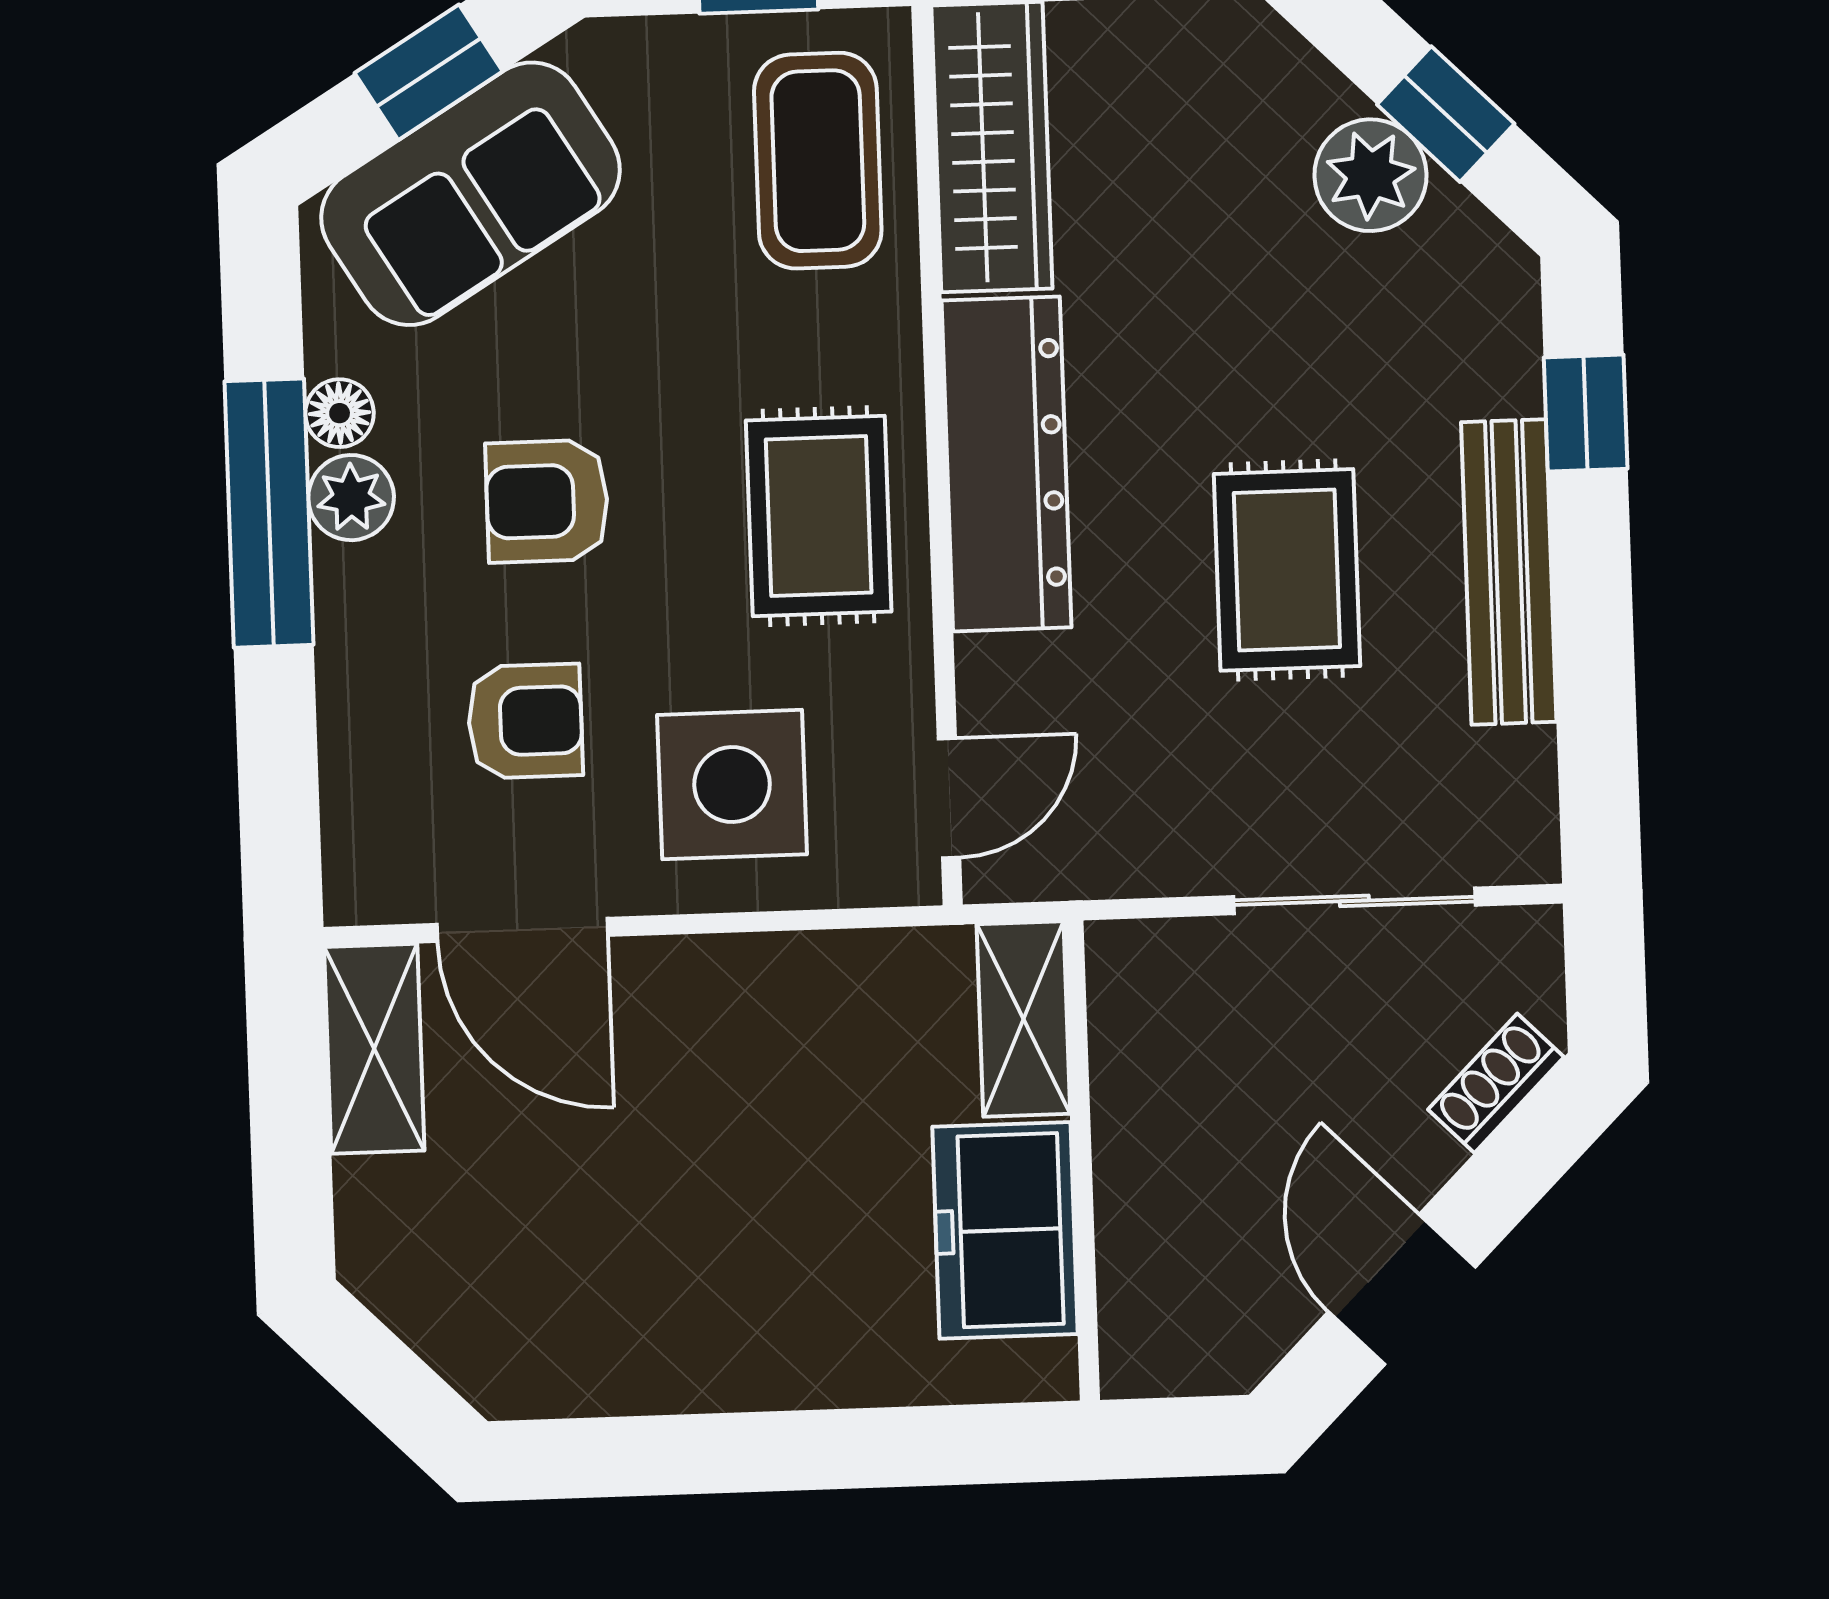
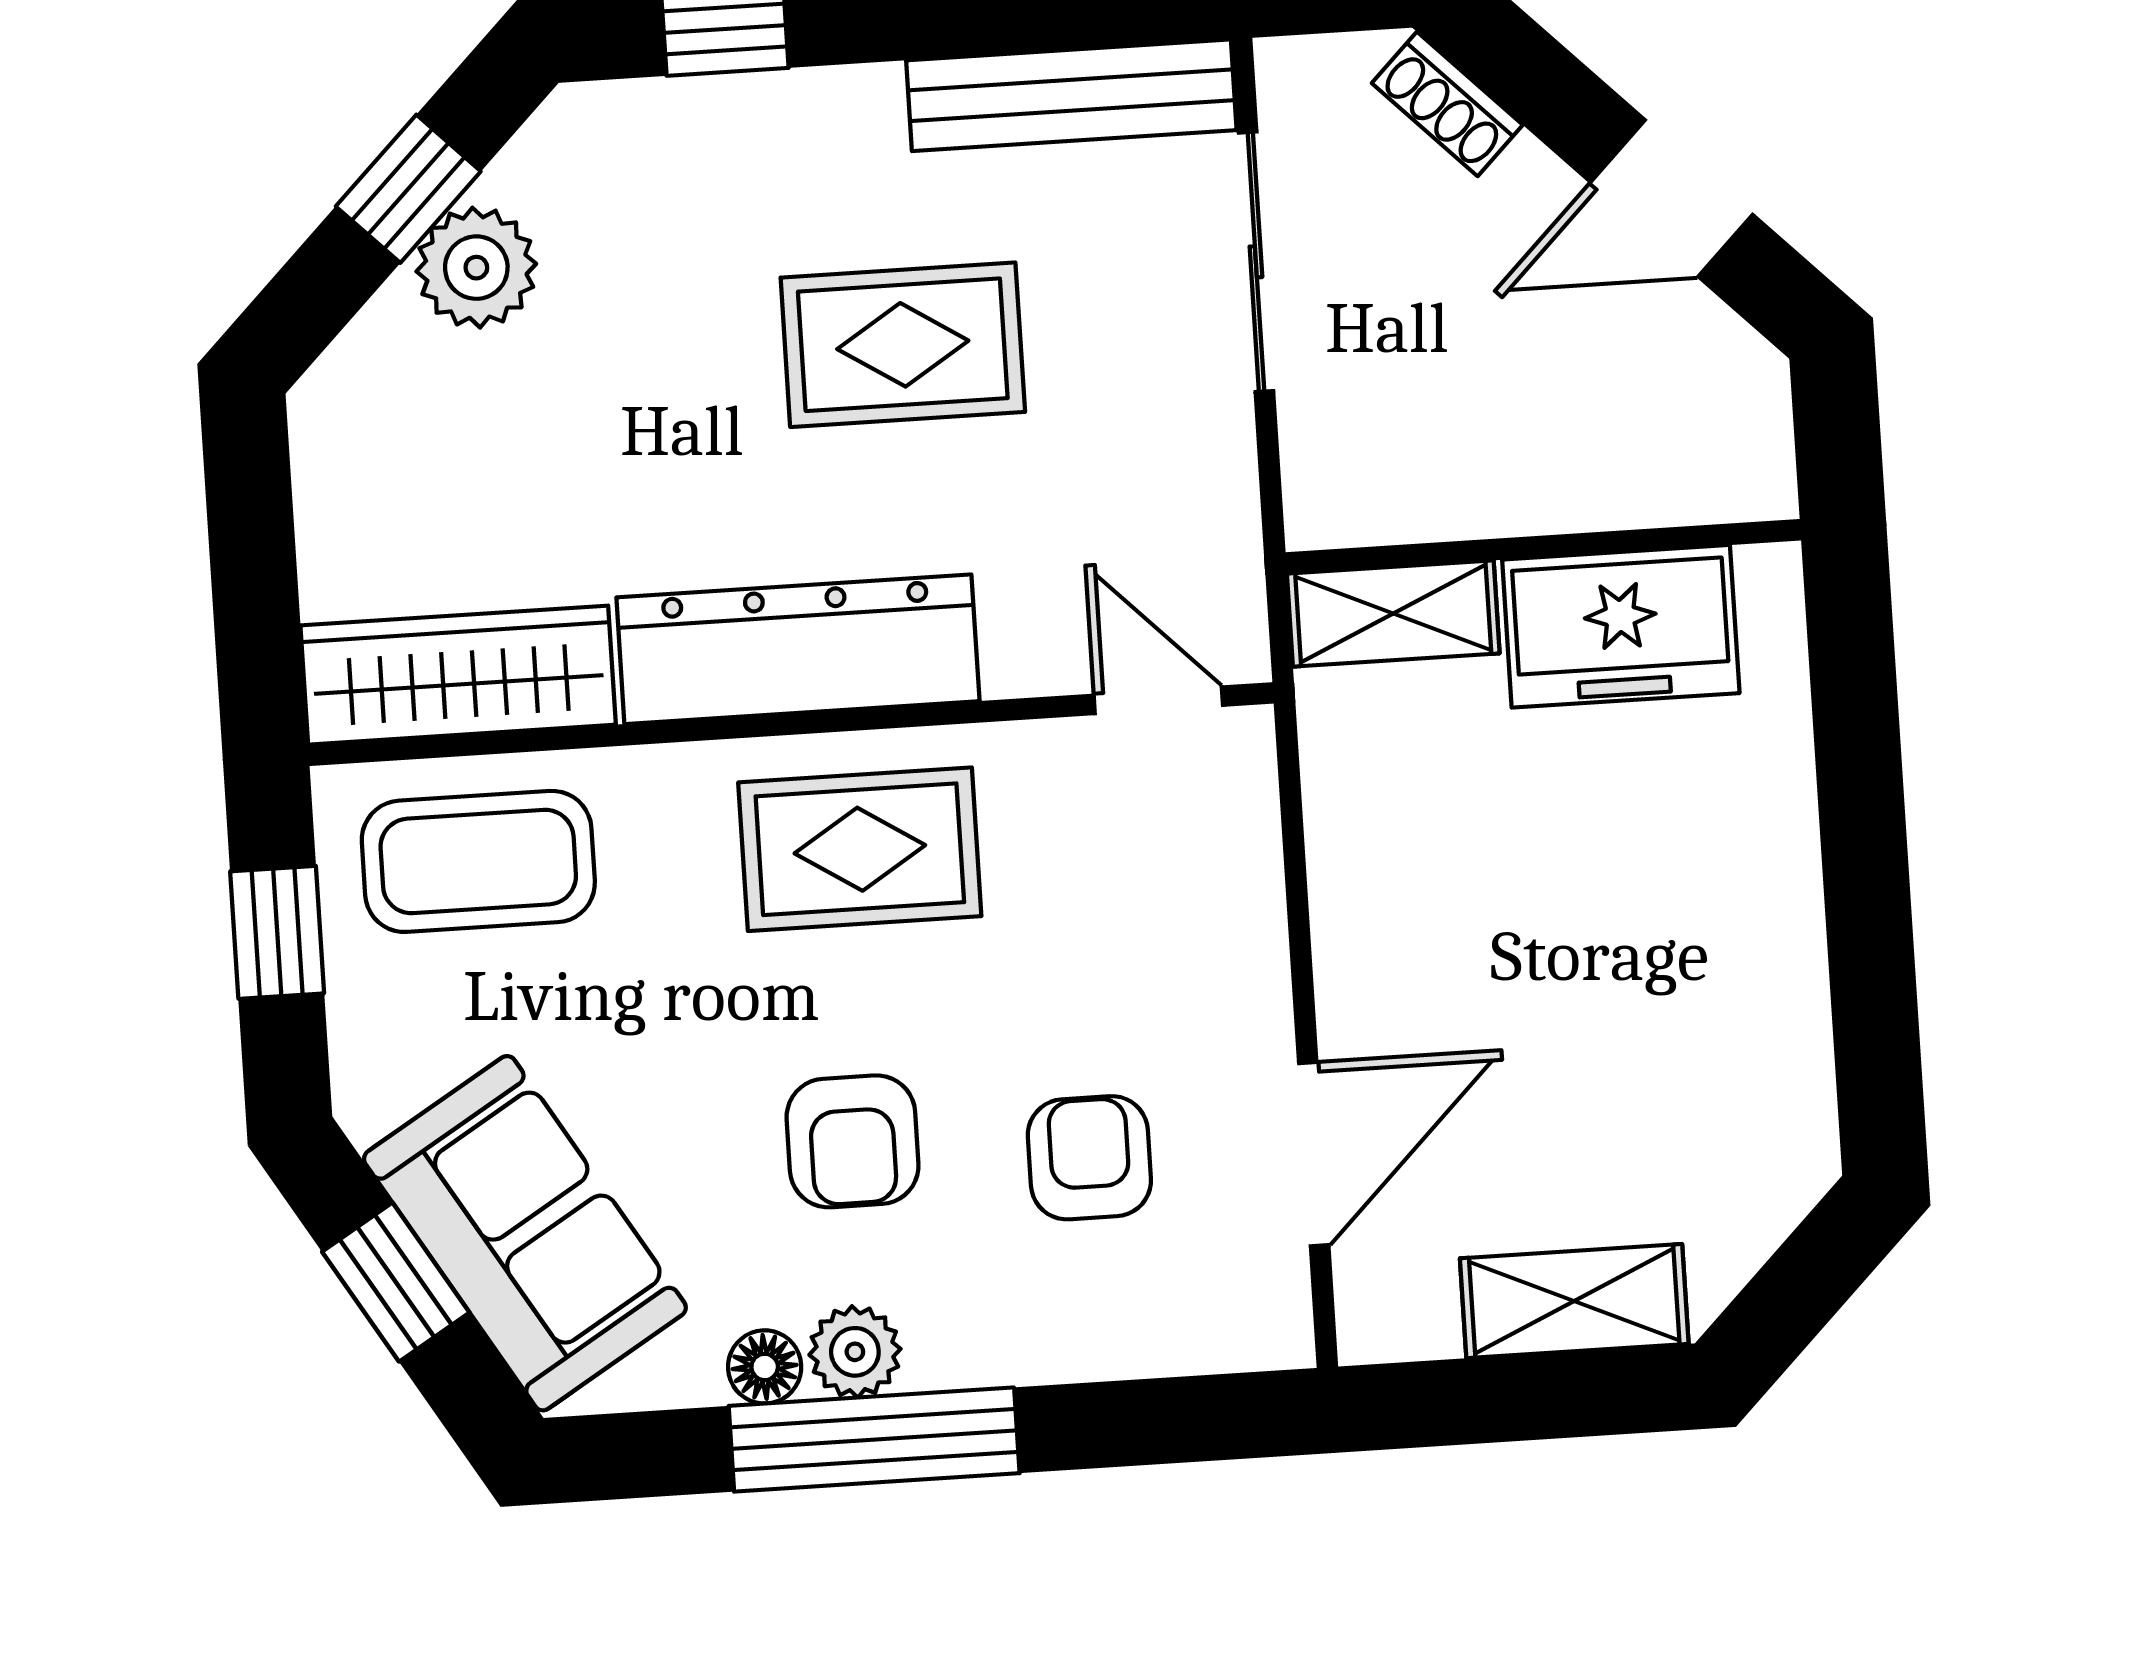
bench: (1509, 572) -> (1071, 95), moved
side table: (732, 785) -> (1151, 934), removed
shelving: (374, 1049) -> (1574, 1301), moved

